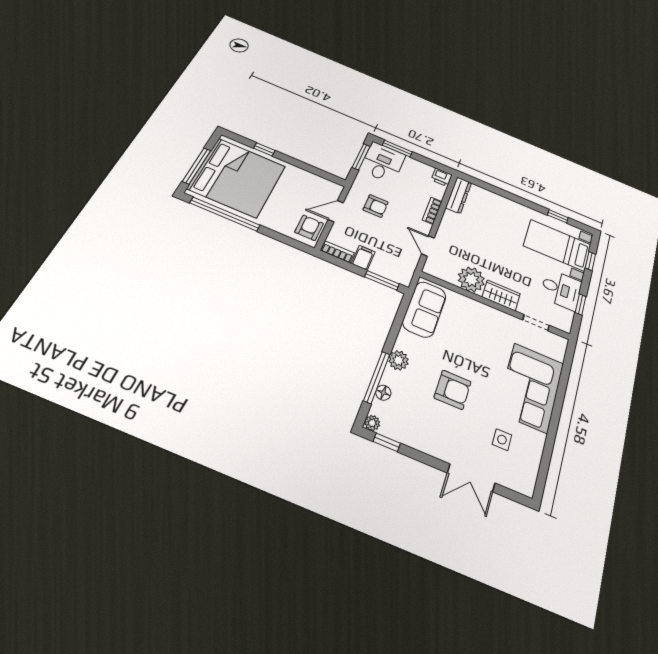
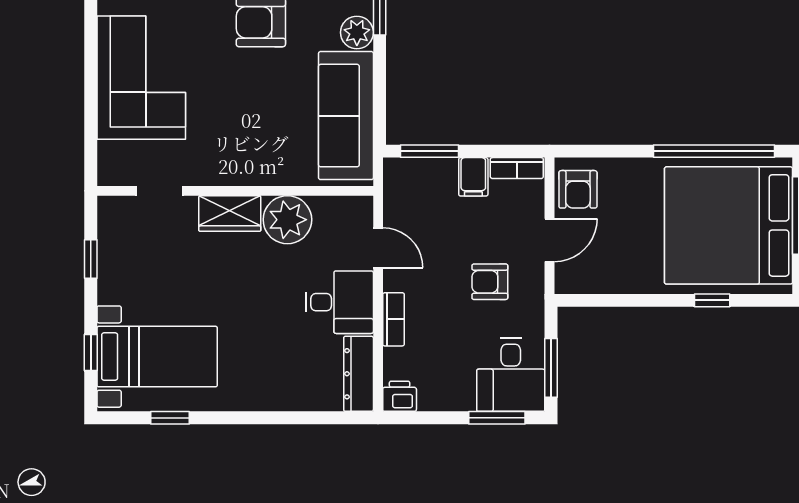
desk: (561, 289) -> (339, 302), moved, turned 180
sofa: (424, 309) -> (346, 116), width x1.36

